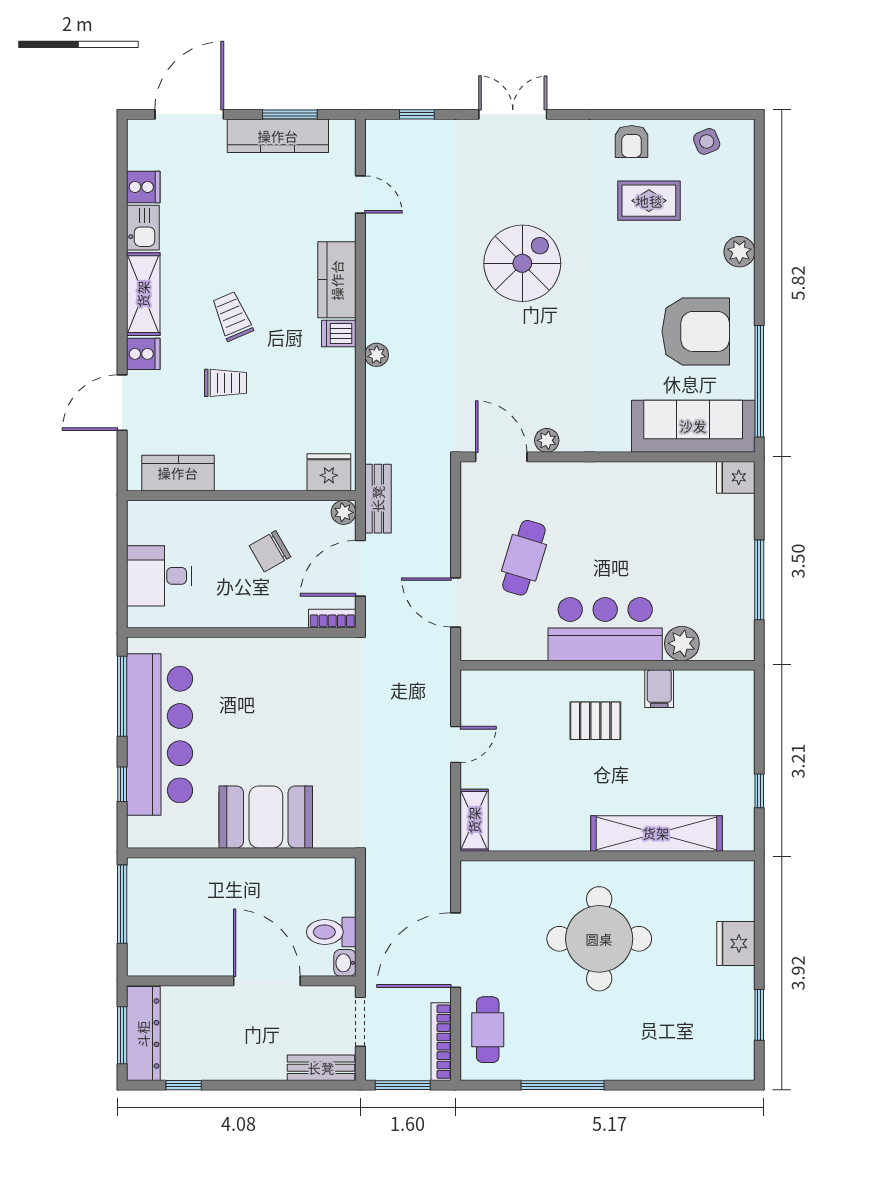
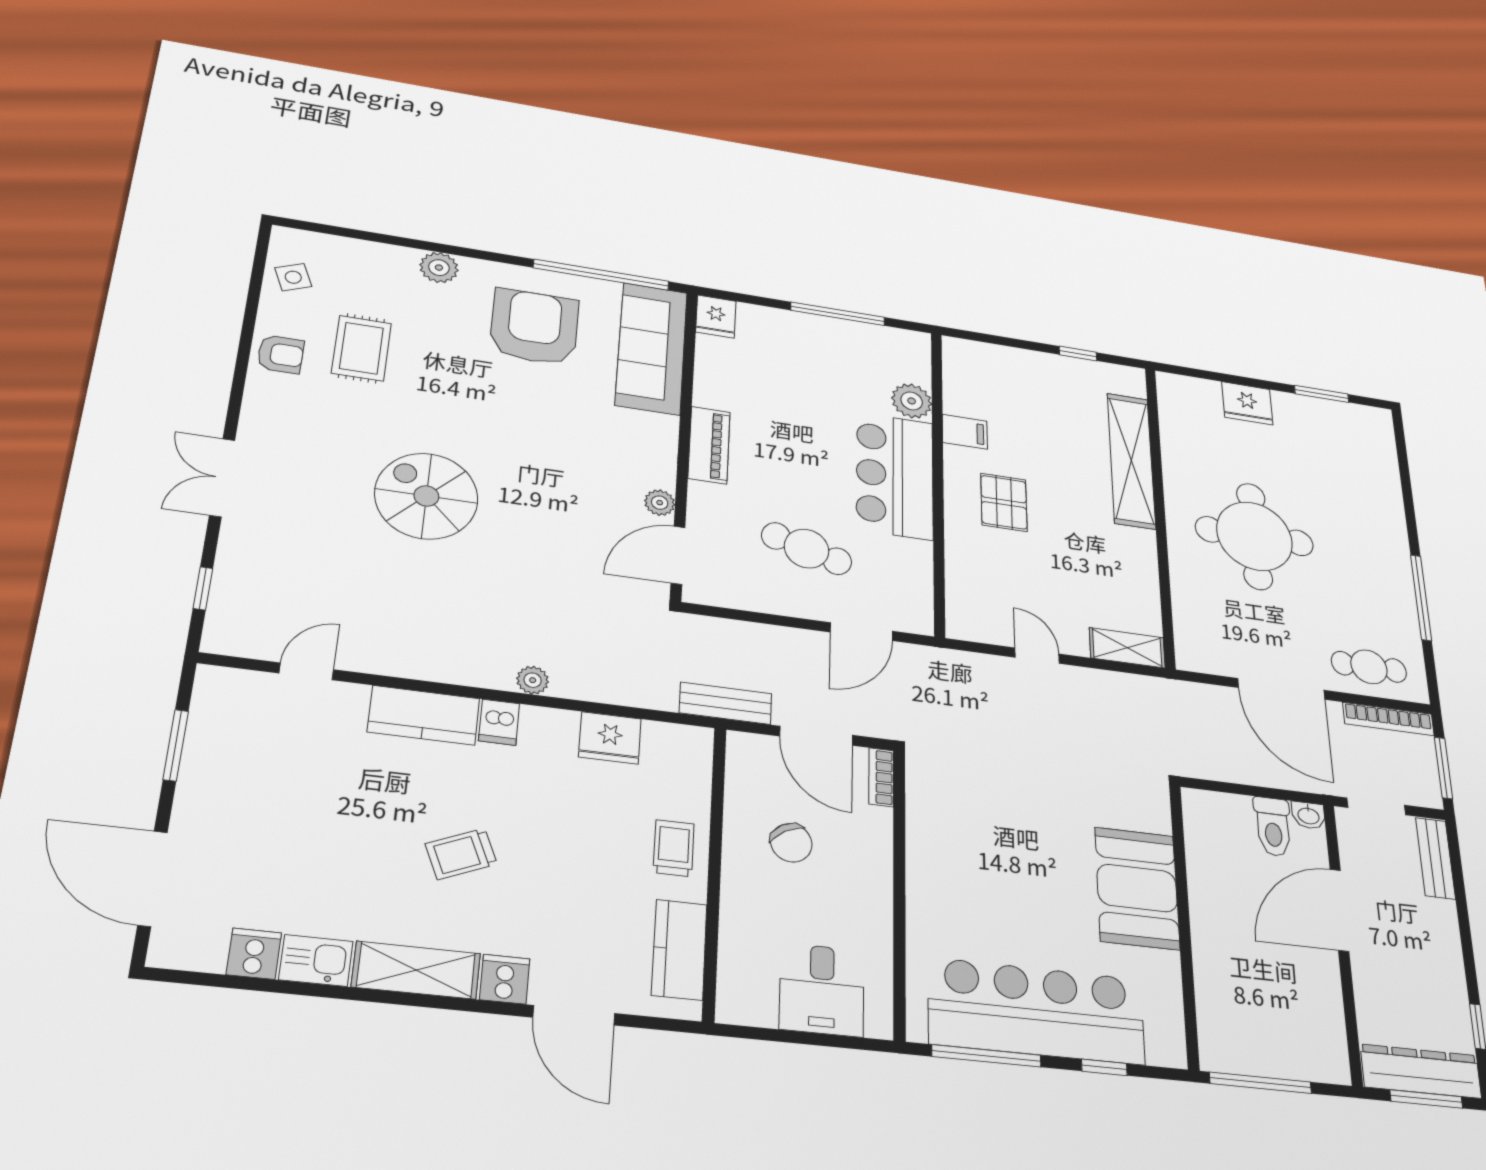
kitchen counter: (278, 136) -> (205, 765), removed
trolley: (225, 383) -> (674, 848), moved
fridge: (329, 472) -> (610, 738), moved, turned -90
piano: (608, 477) -> (709, 445), added
plant: (344, 512) -> (742, 746), removed

